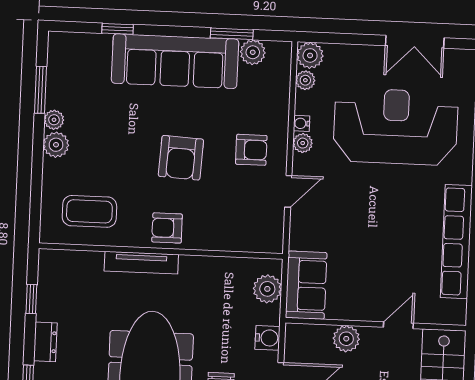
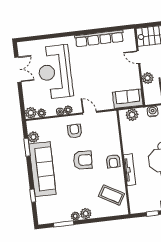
coffee table: (89, 211) -> (112, 195), turned -60

